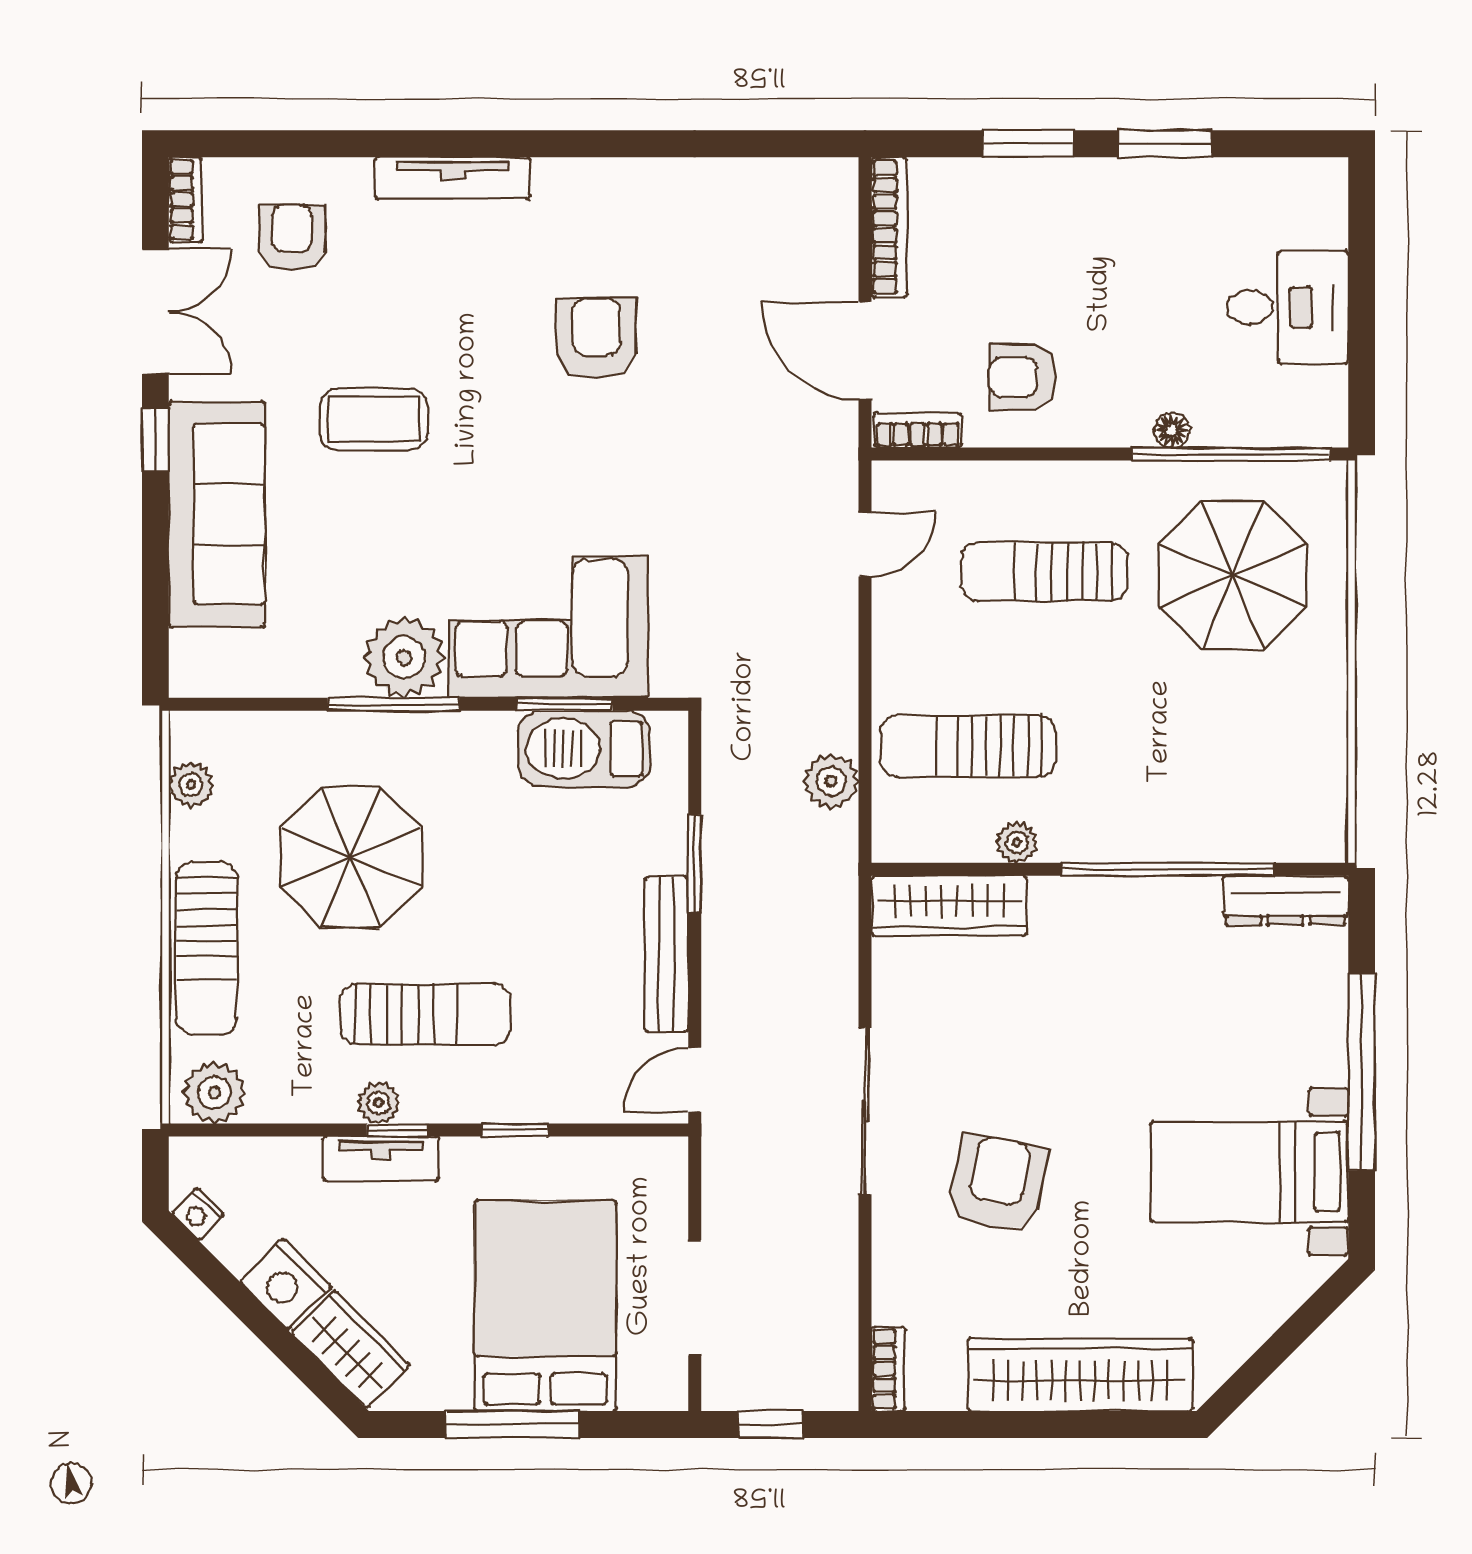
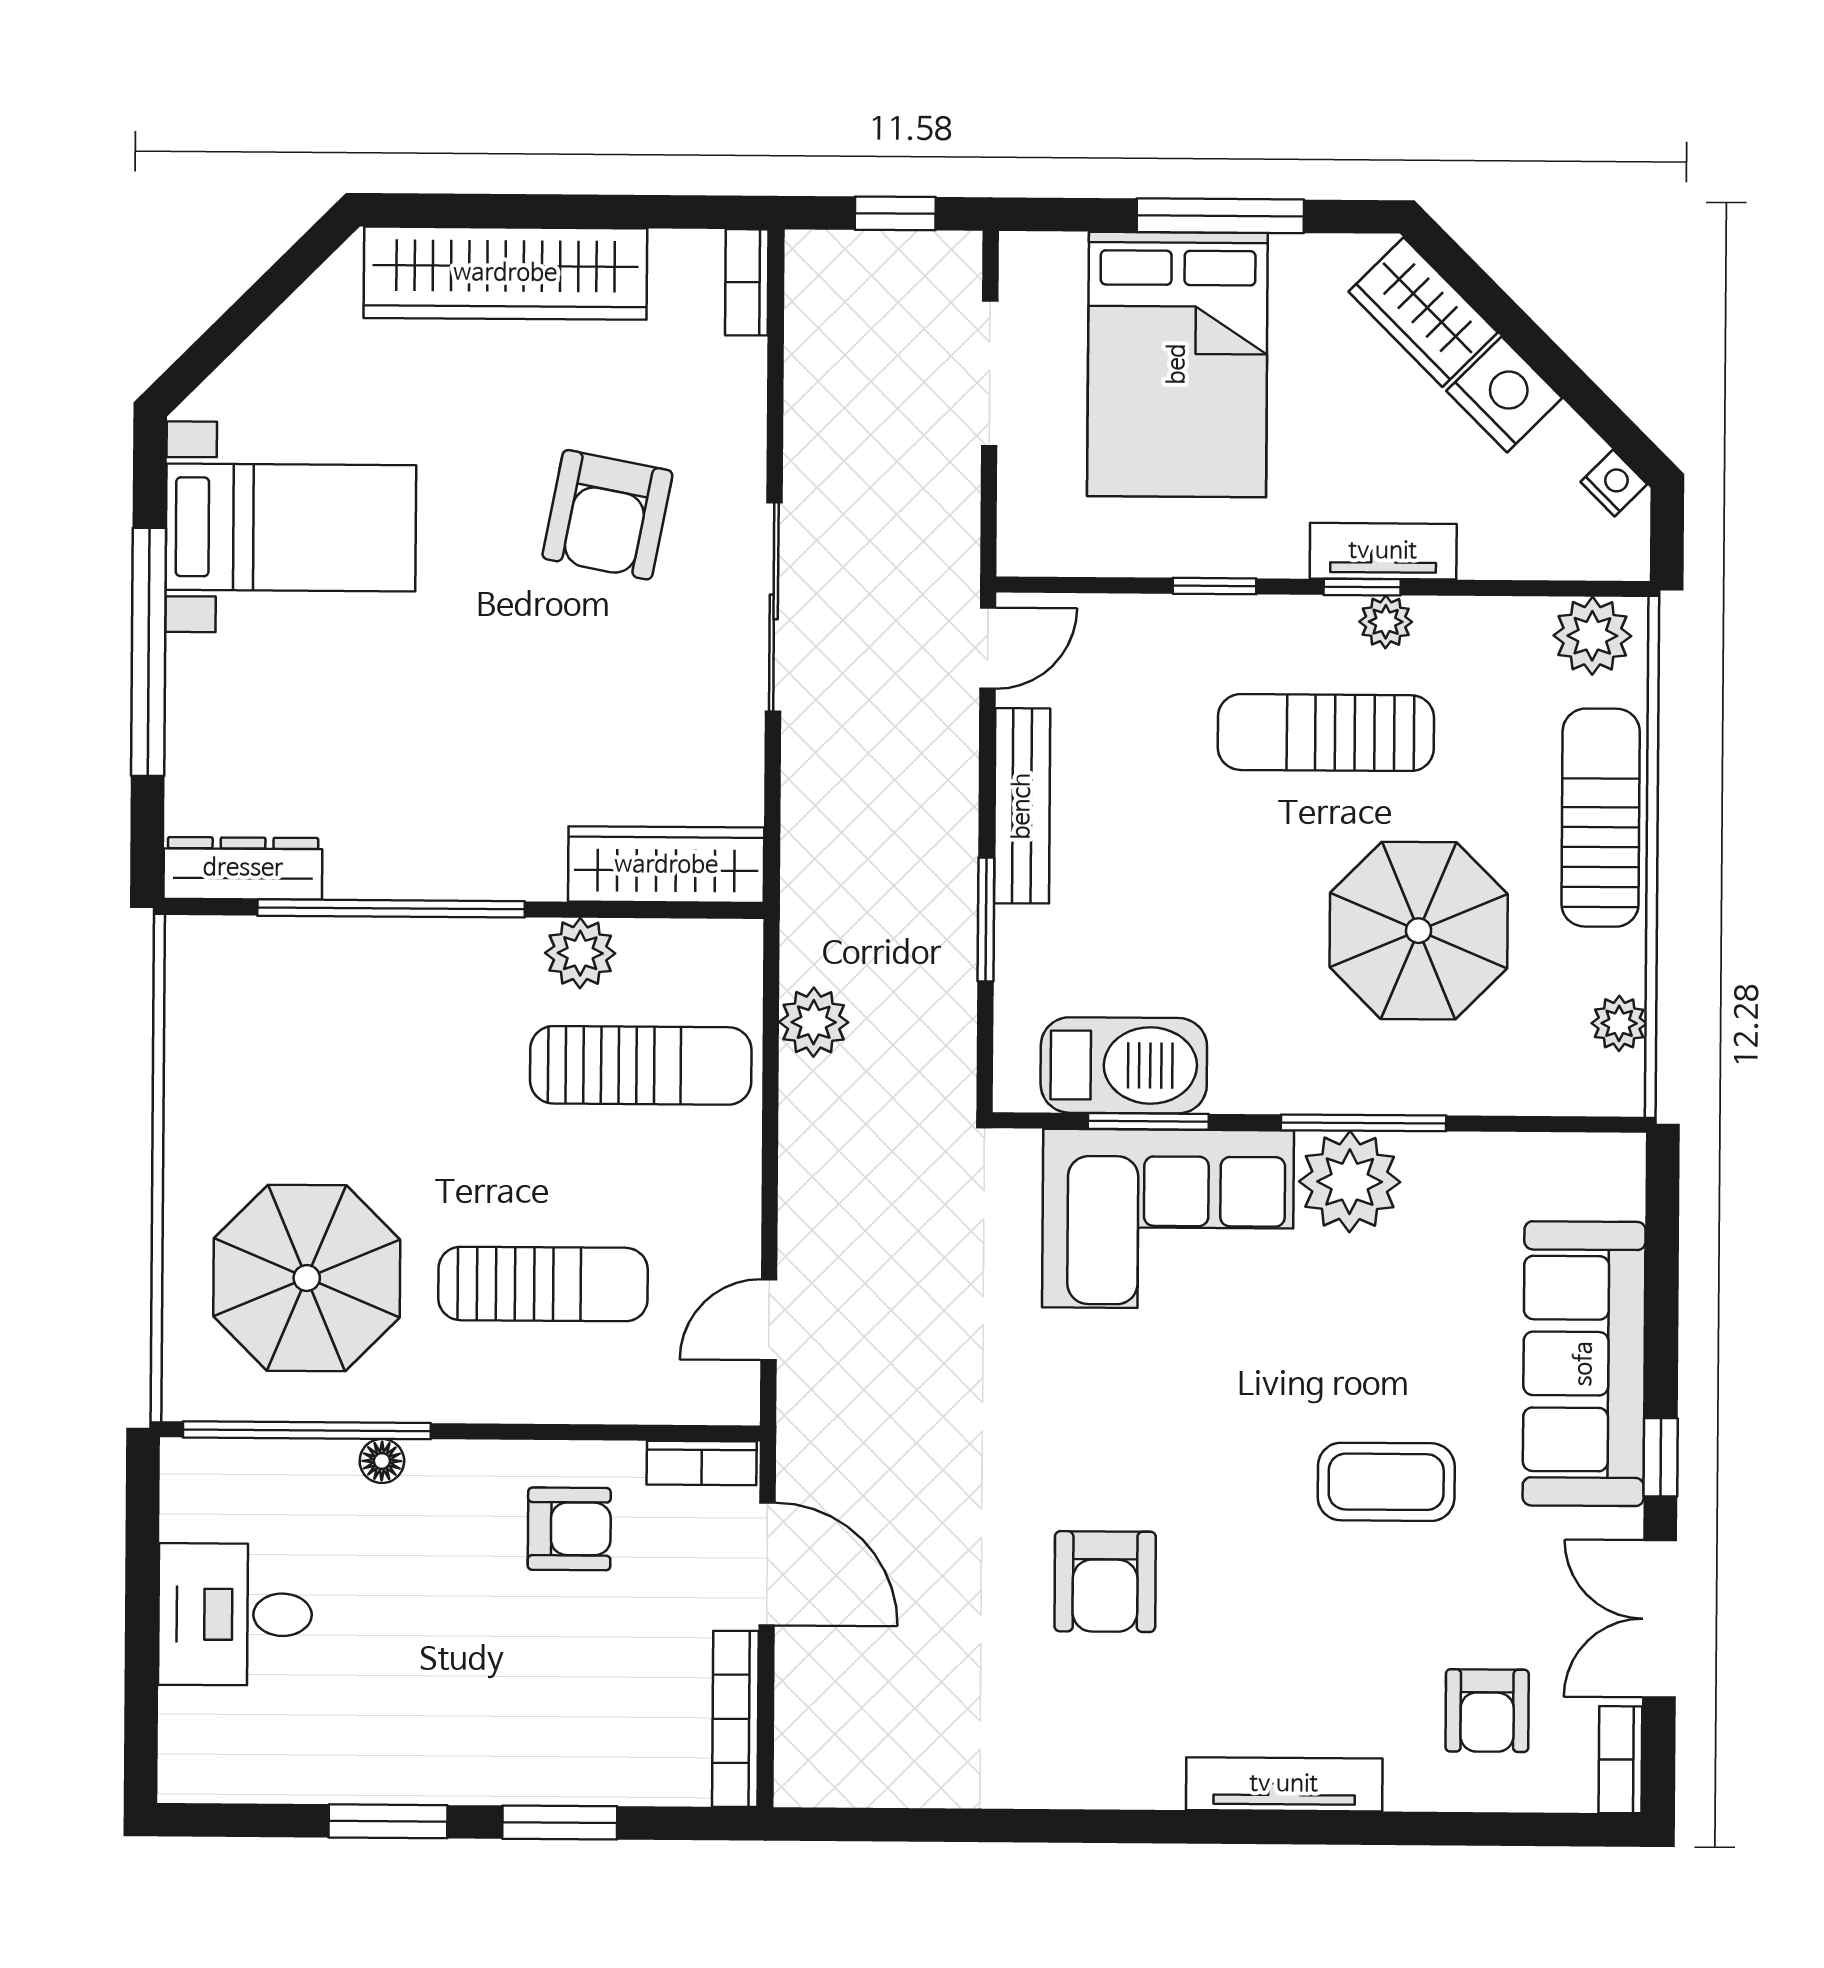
plant: (1017, 842) -> (580, 953), width x1.38, depth x1.38

